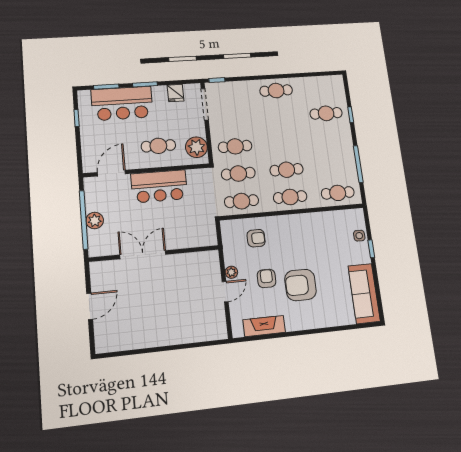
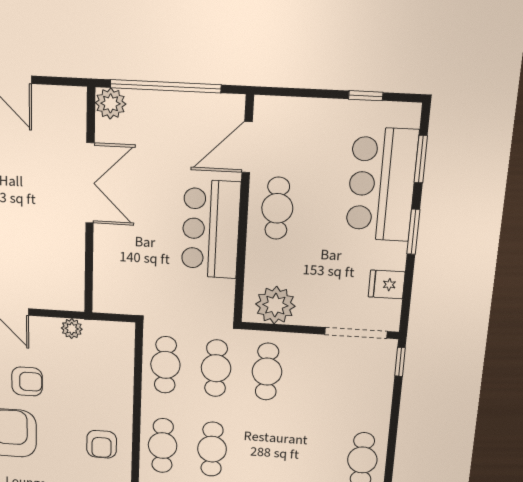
cafe table: (158, 146) -> (277, 208), moved
door: (111, 173) -> (247, 147), swing flipped
plant: (95, 221) -> (111, 103), moved
armchair: (256, 238) -> (102, 444), moved
plant: (231, 272) -> (72, 329), moved

